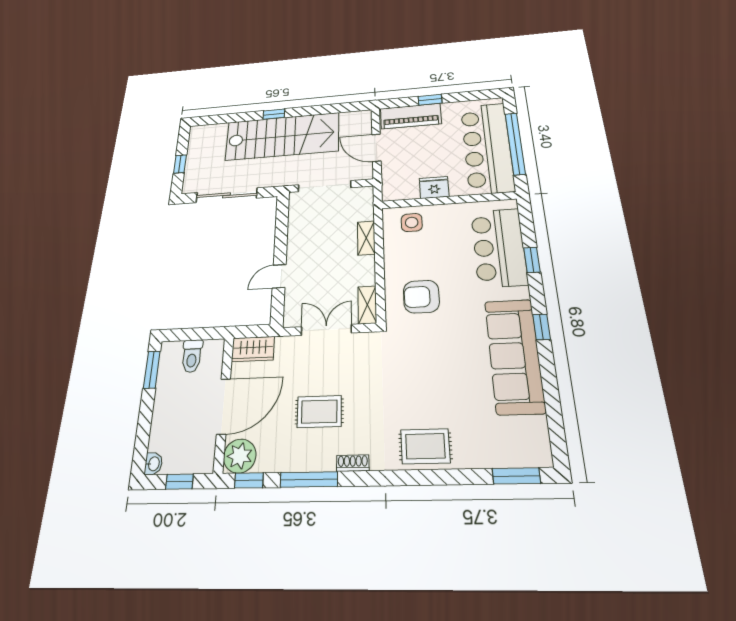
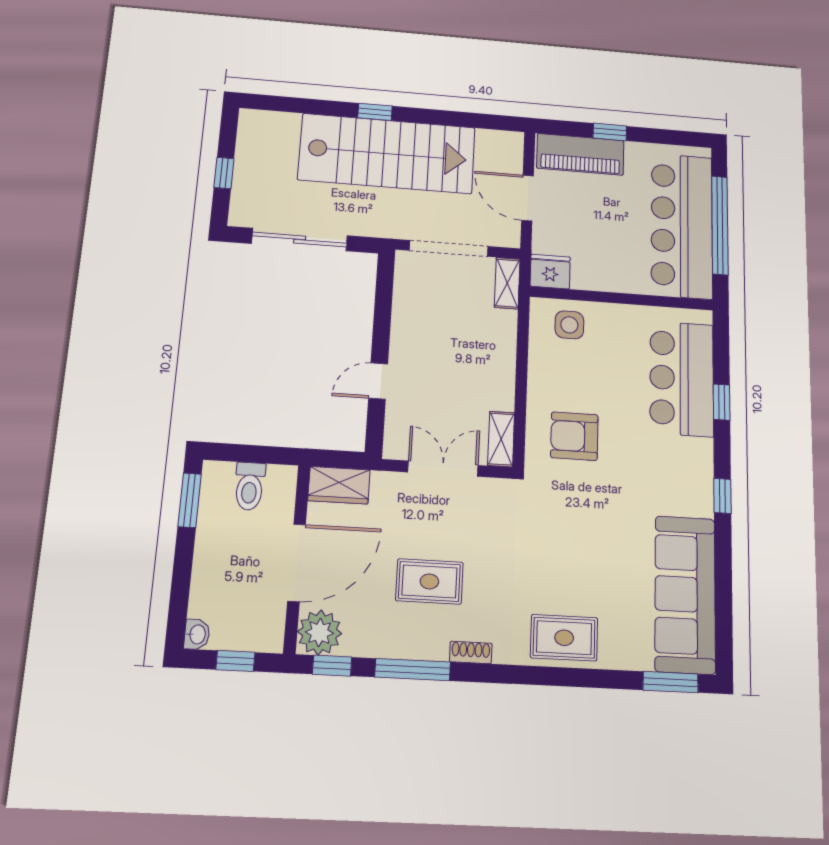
fridge: (434, 187) -> (550, 271), moved
shelving: (366, 238) -> (507, 283), moved
sofa: (514, 355) -> (685, 594), moved

